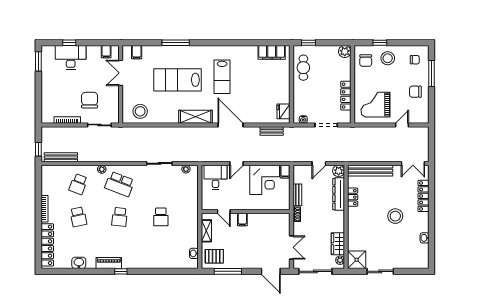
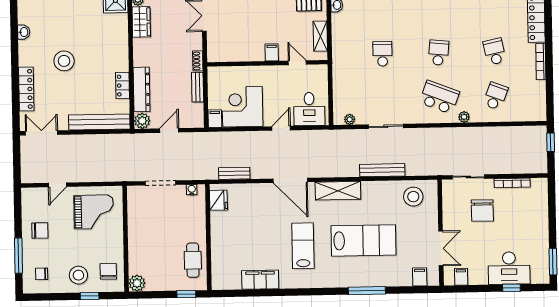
filing cabinet: (272, 52) -> (260, 280), moved
locker: (346, 96) -> (134, 223), removed
bench: (61, 157) -> (382, 170), moved

